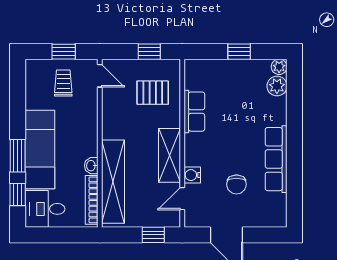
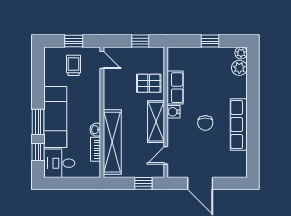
pallet: (153, 93) -> (149, 83), moved
water cooler: (192, 175) -> (174, 112), moved
chair: (236, 184) -> (205, 123), moved
bookcase: (92, 200) -> (96, 149), width x0.64

